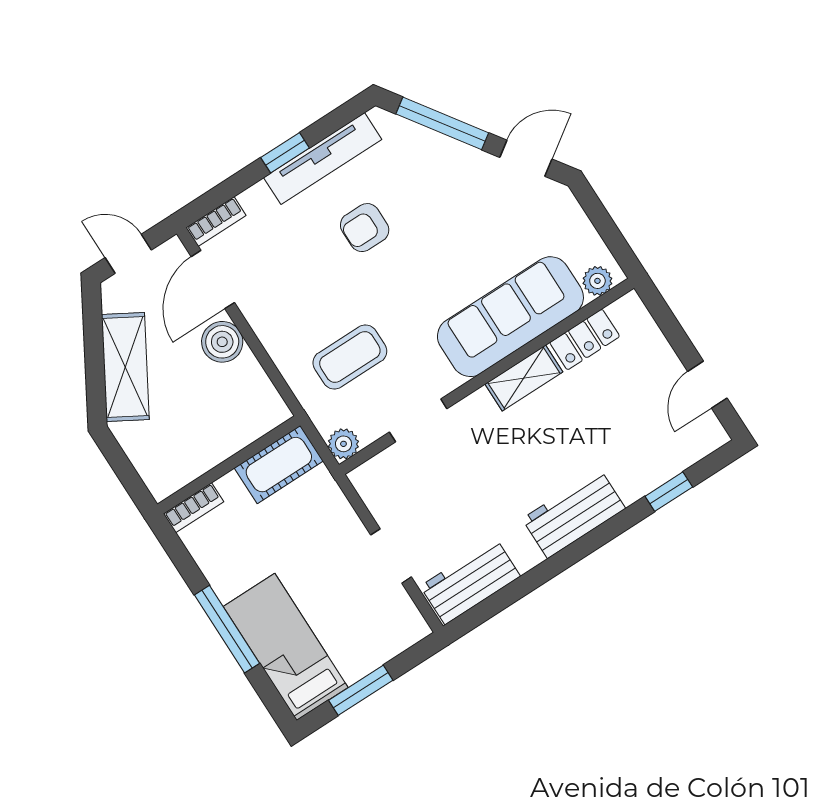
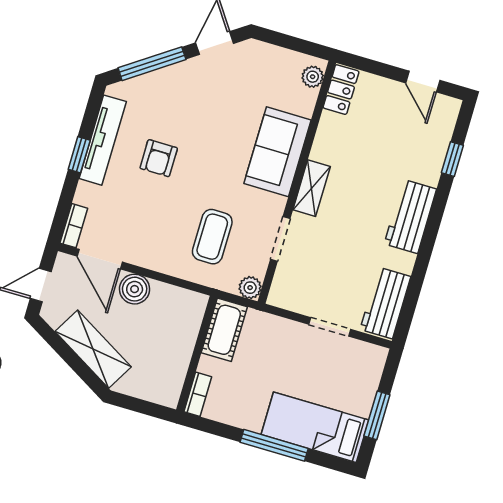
sofa: (510, 317) -> (278, 152), width x0.73
locker: (585, 339) -> (341, 90), moved
shelving: (524, 378) -> (312, 188), moved

